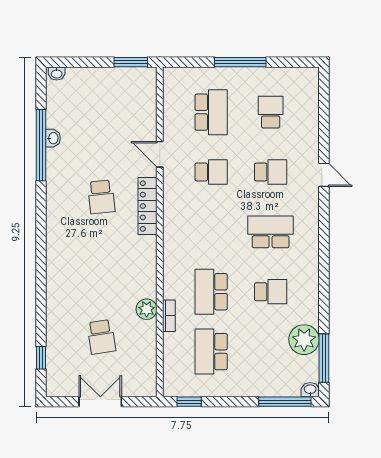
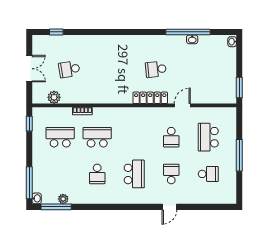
school desk: (211, 112) -> (208, 137), turned 90
school desk: (271, 172) -> (171, 174), turned 180
plant: (147, 309) -> (54, 97), moved
plant: (304, 340) -> (63, 199), width x0.53, depth x0.53

